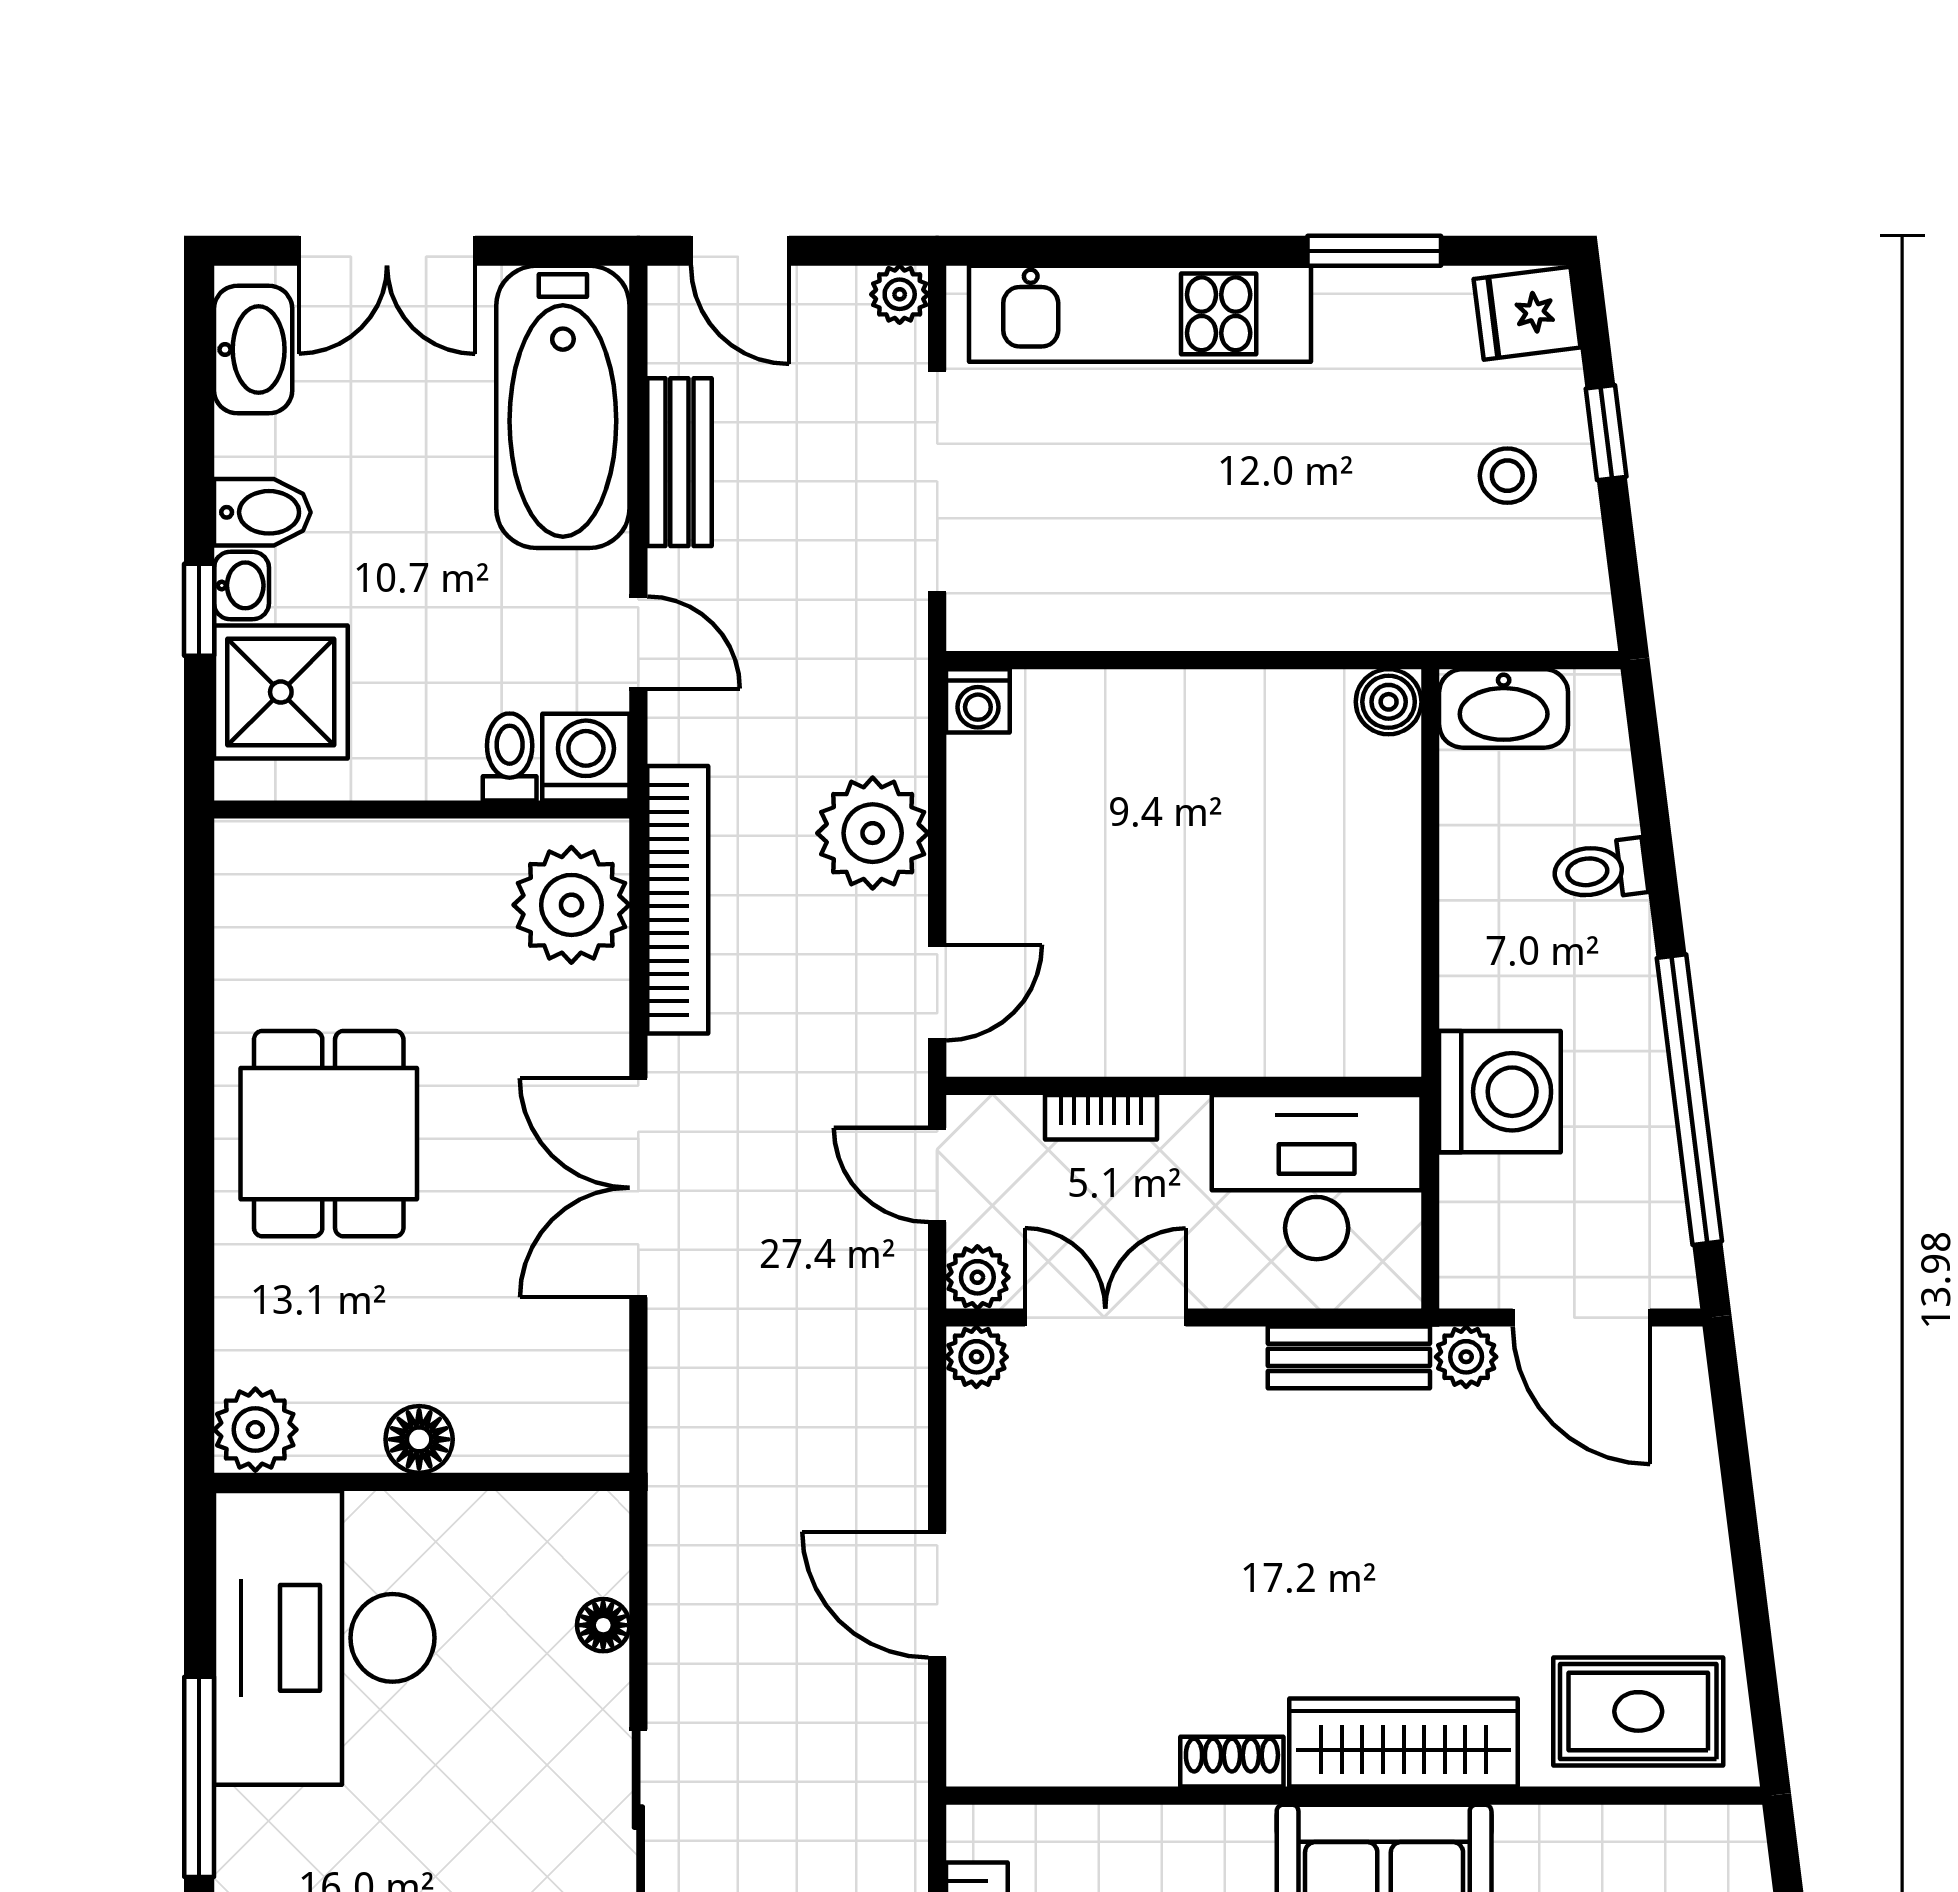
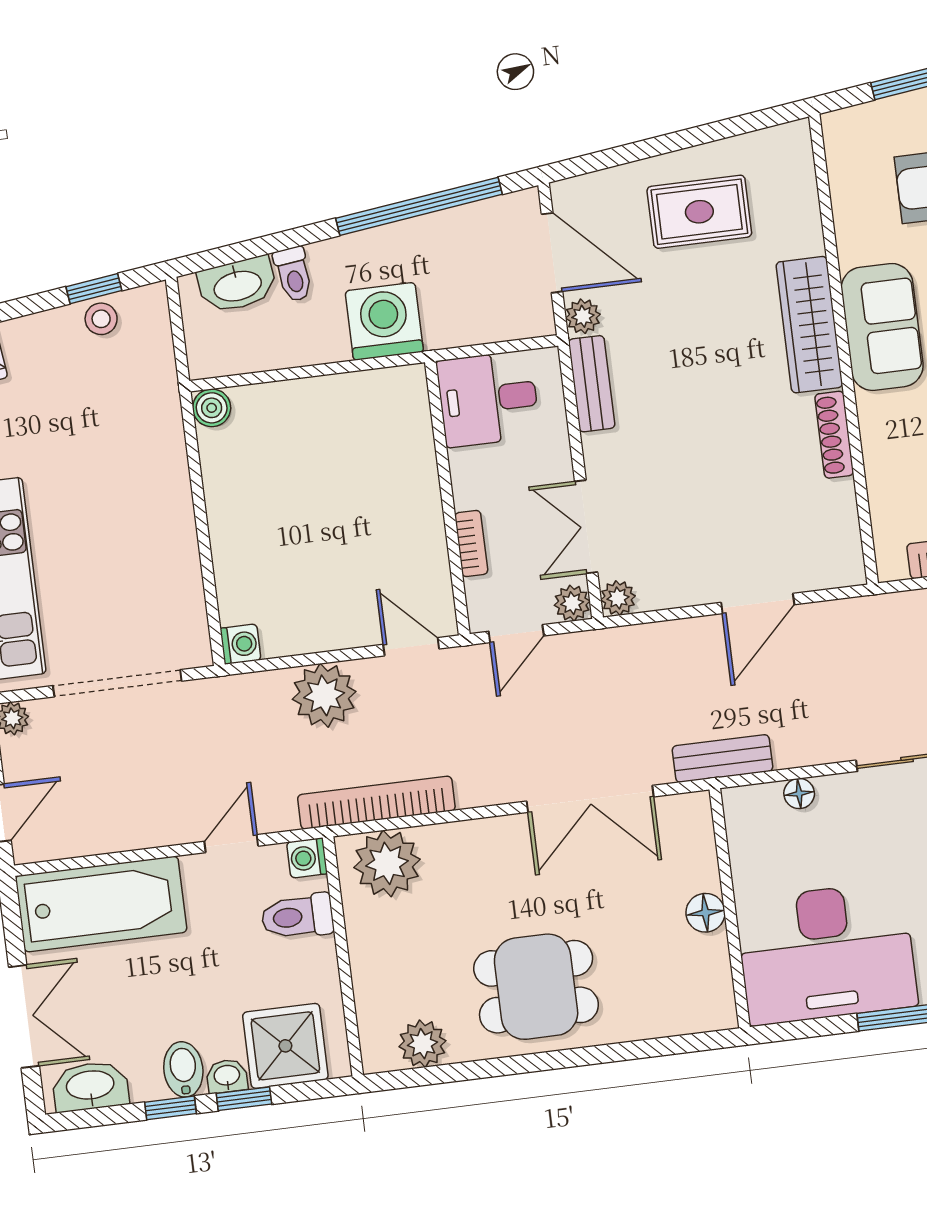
window: (1606, 433) -> (94, 289), moved
bench: (679, 462) -> (722, 759), moved
stool: (1507, 476) -> (101, 319), moved
window: (199, 482) -> (171, 1108), added
washbasin: (1504, 708) -> (237, 285), moved, turned 83
toilet: (510, 757) -> (297, 917), width x1.37, depth x1.39
washing machine: (586, 757) -> (307, 858), width x0.73, depth x0.73
washing machine: (1500, 1092) -> (384, 321), moved
desk: (1317, 1177) -> (488, 399), width x0.73
double door: (638, 1188) -> (590, 799), moved
door: (1581, 1318) -> (552, 253), hinge flipped
plant: (255, 1430) -> (422, 1044), moved
rug: (1638, 1711) -> (699, 212), moved, turned 90
shoe rack: (1232, 1762) -> (834, 435), width x1.43

